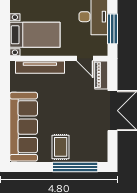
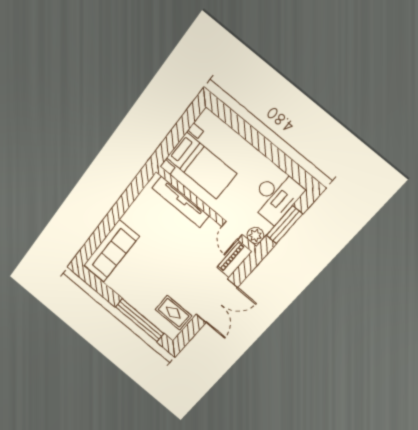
plant: (101, 50) -> (255, 235), added
sofa: (24, 127) -> (111, 251), width x0.74, depth x0.79
rug: (61, 147) -> (173, 313), moved, turned 90

